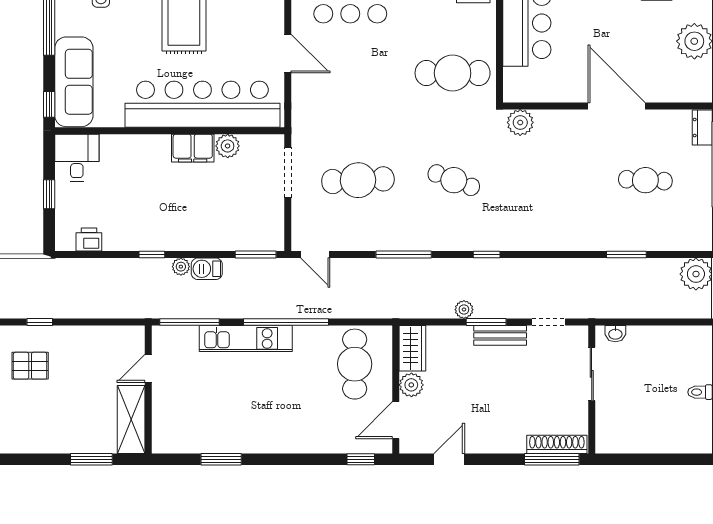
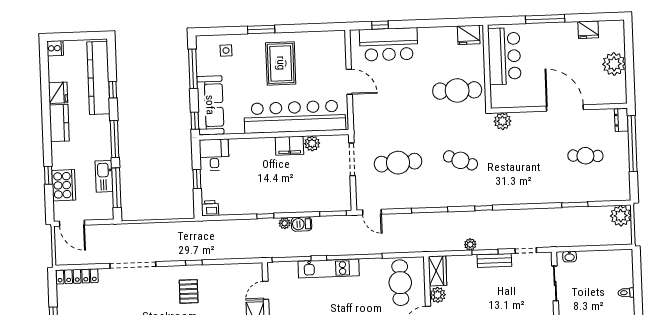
printer: (89, 239) -> (210, 208), moved
pallet: (30, 366) -> (189, 291), turned 90

